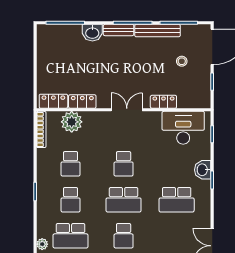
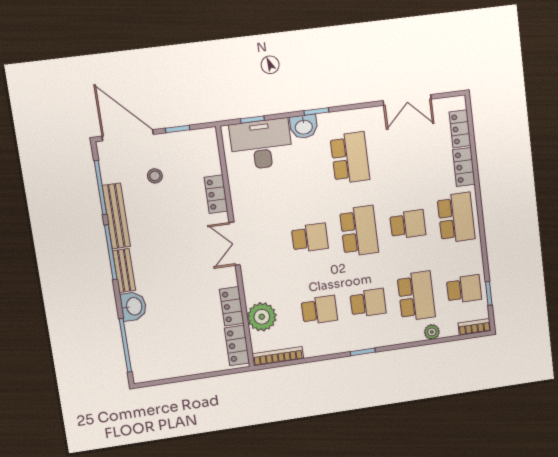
desk: (183, 128) -> (261, 144), moved, turned 90

